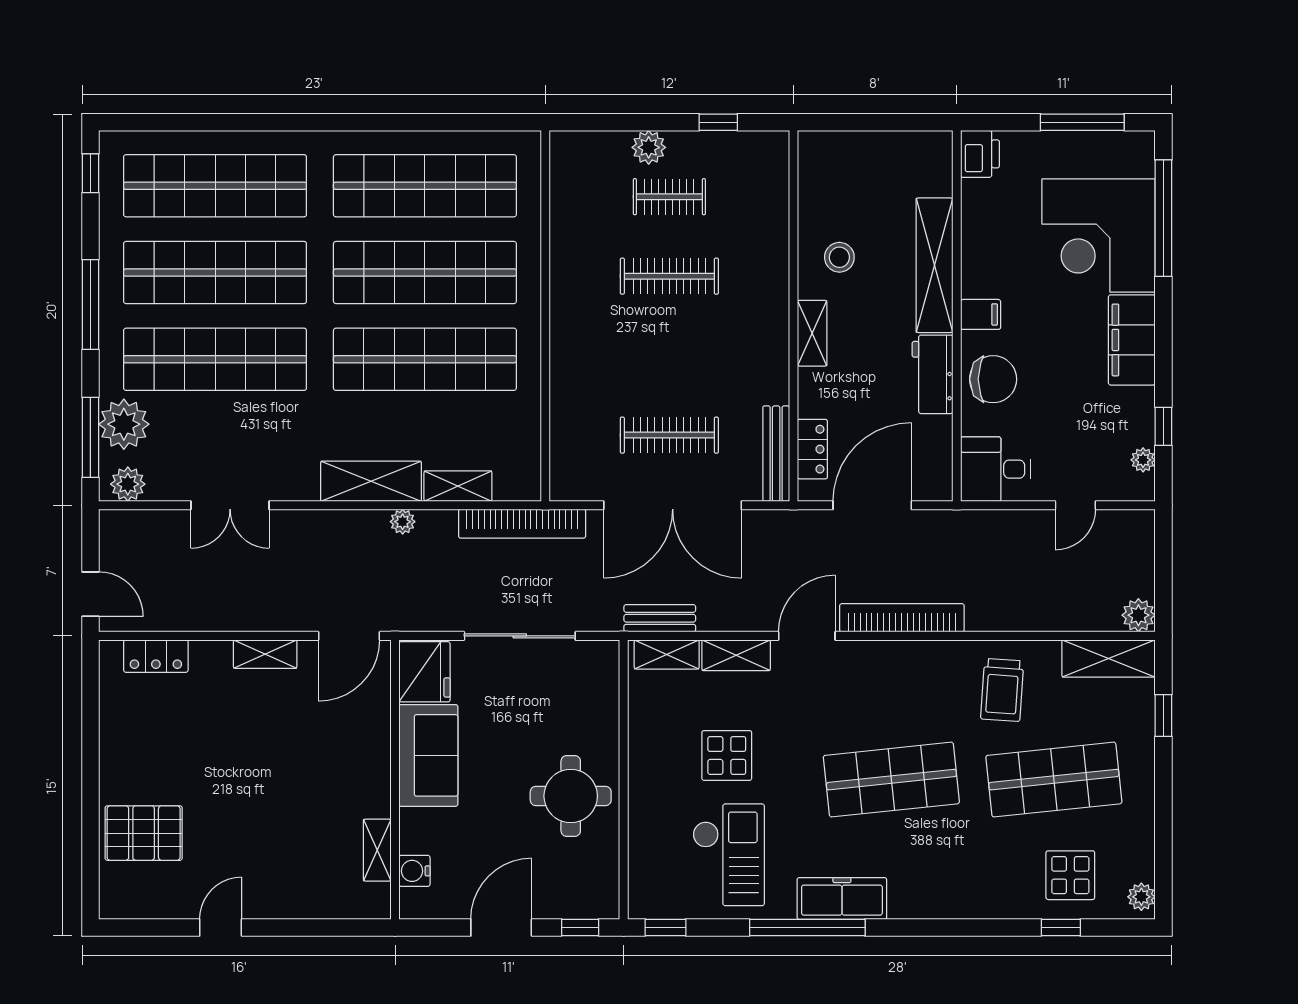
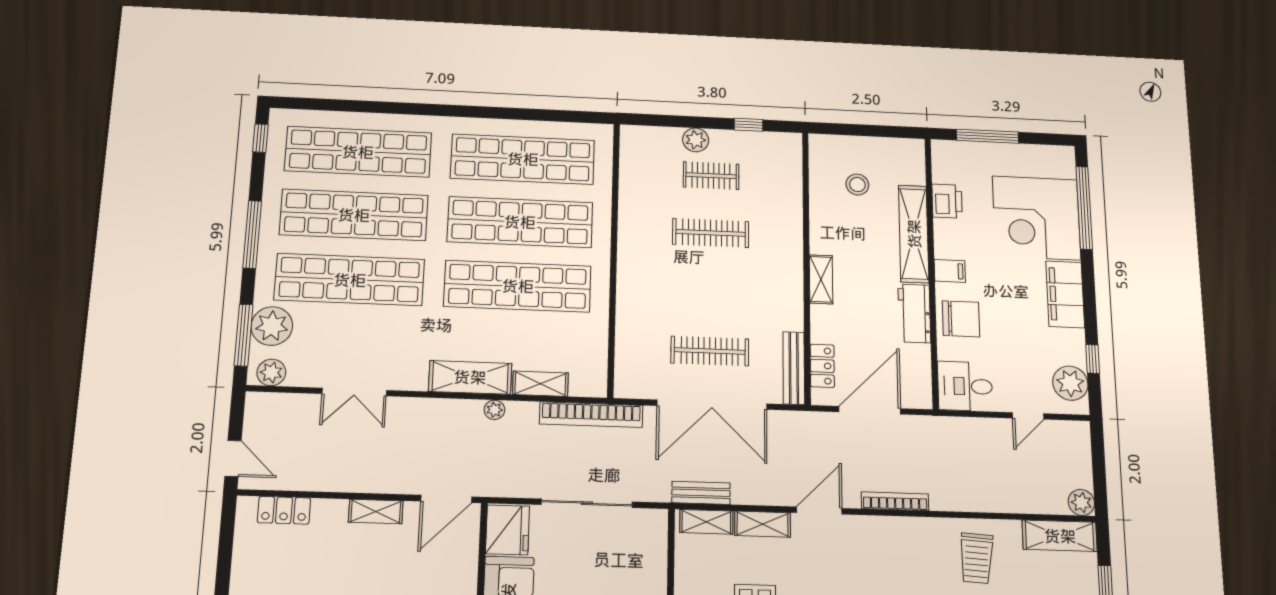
window: (1082, 122) -> (987, 136), moved
printer: (980, 154) -> (947, 201), moved
stool: (839, 257) -> (857, 185), moved
plant: (1143, 460) -> (1070, 383), width x1.87, depth x1.87
bookcase: (902, 618) -> (895, 501), width x0.68, depth x0.76

